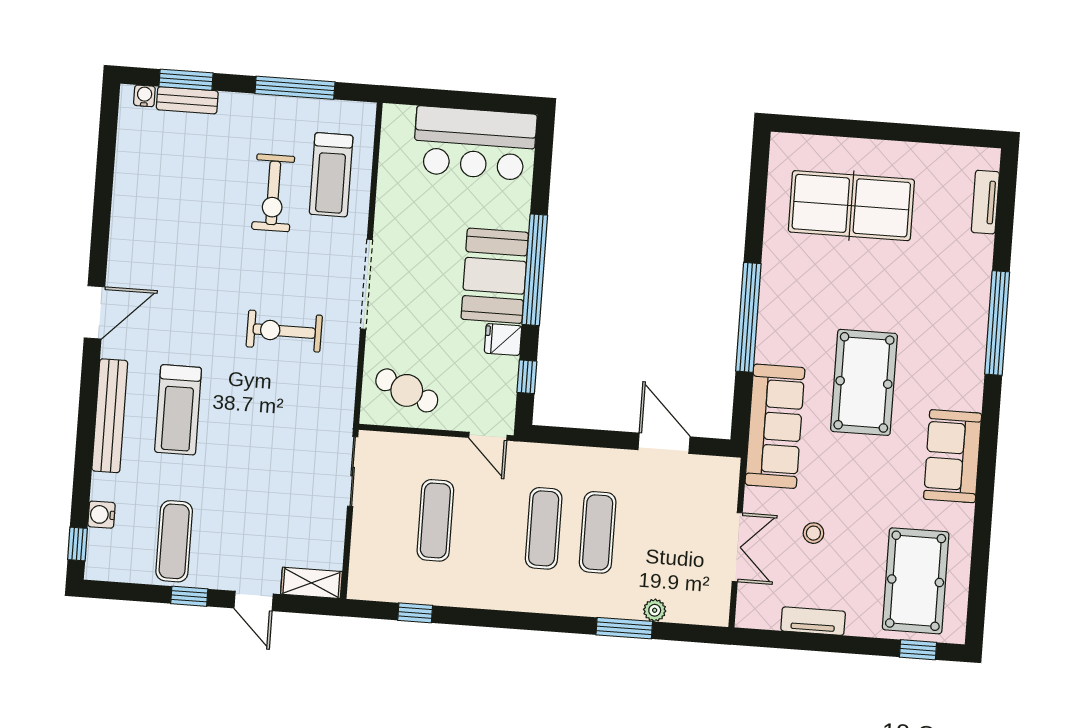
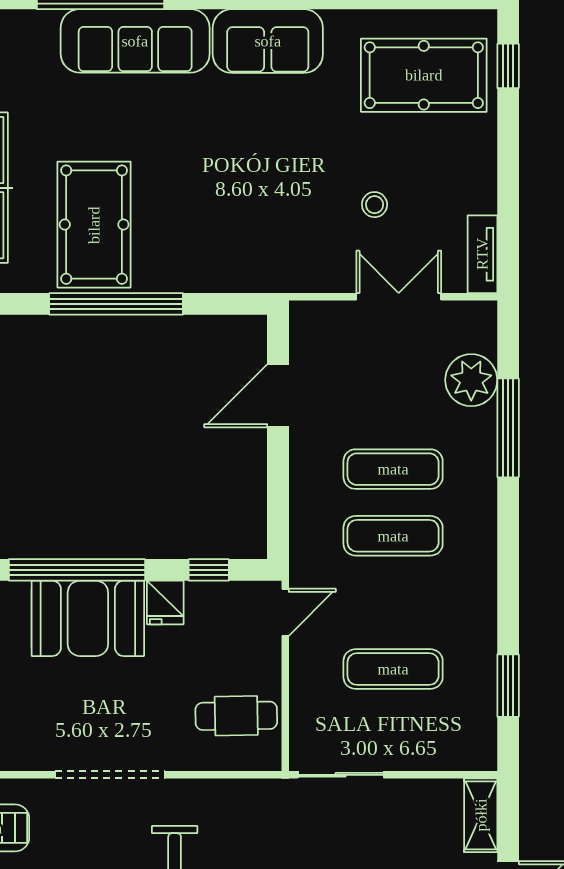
pool table: (864, 382) -> (94, 225), moved, turned 90
cafe table: (407, 390) -> (236, 716), turned 66
sofa: (775, 426) -> (135, 41), moved, turned 180
plant: (655, 610) -> (471, 380), width x1.88, depth x1.88
window: (415, 613) -> (508, 686), width x1.50
tv unit: (813, 621) -> (482, 254), moved
window: (624, 628) -> (508, 428), width x1.44

